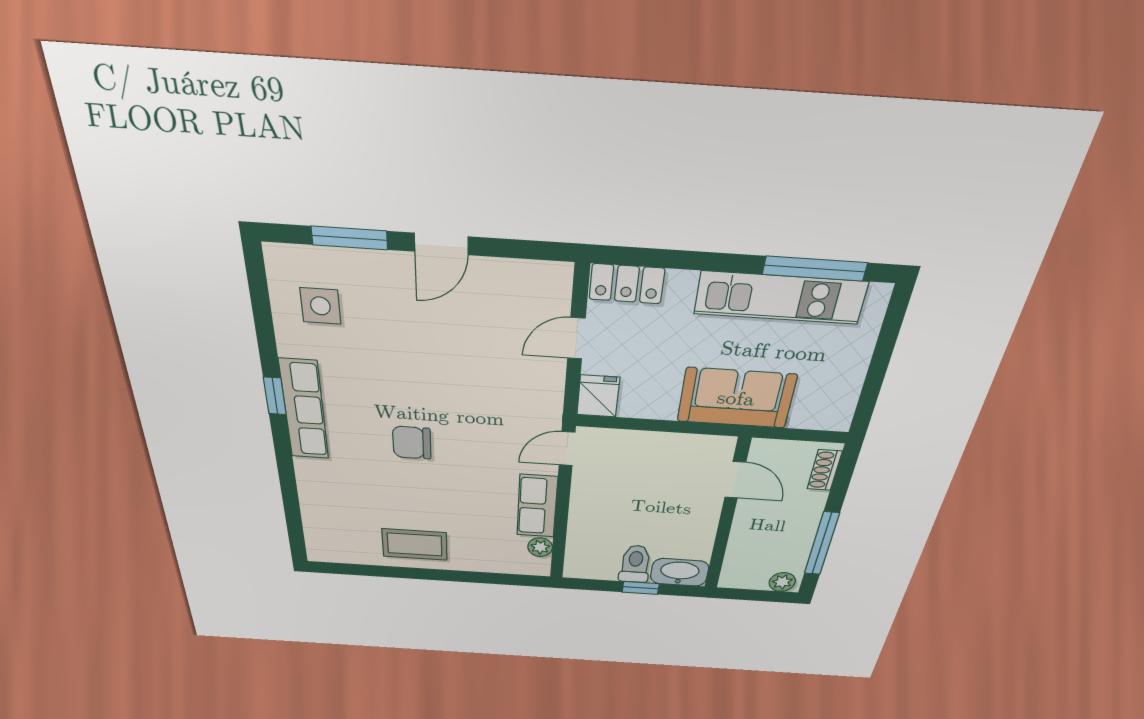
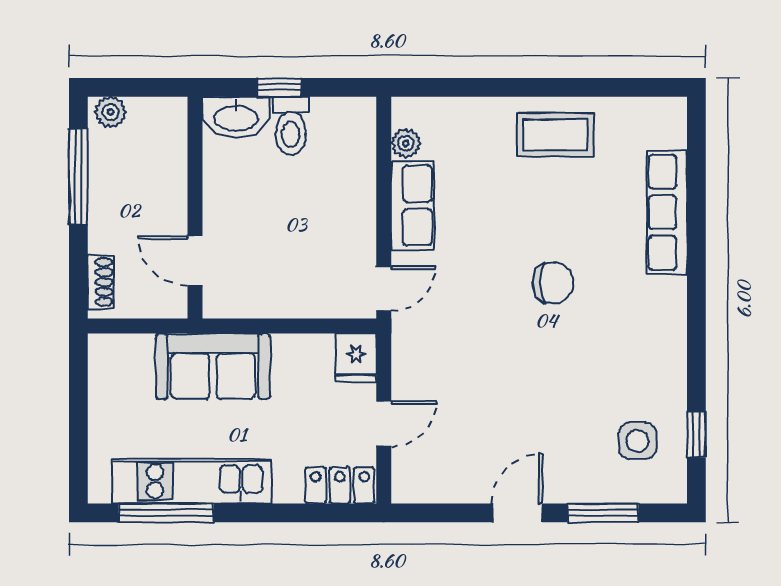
window: (275, 396) -> (696, 434), moved
row of seats: (304, 410) -> (667, 212), moved

